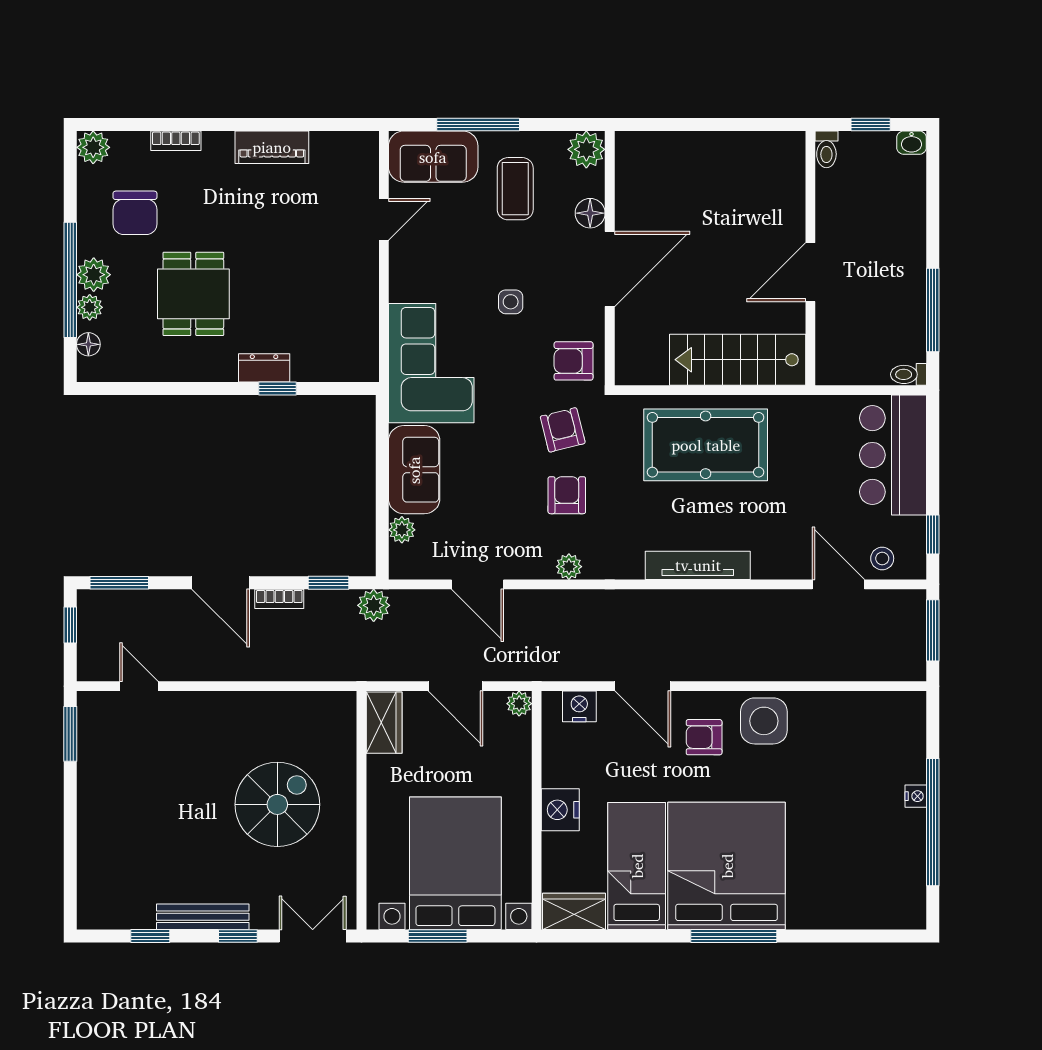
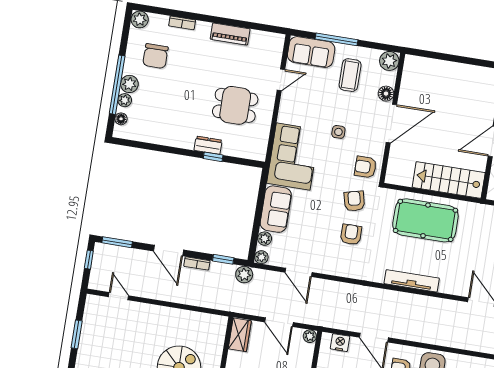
dining table: (193, 294) -> (235, 105), moved, turned 90
plant: (569, 567) -> (261, 257), moved
window: (70, 734) -> (77, 334), moved

